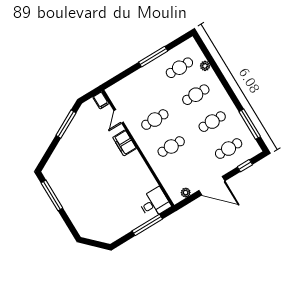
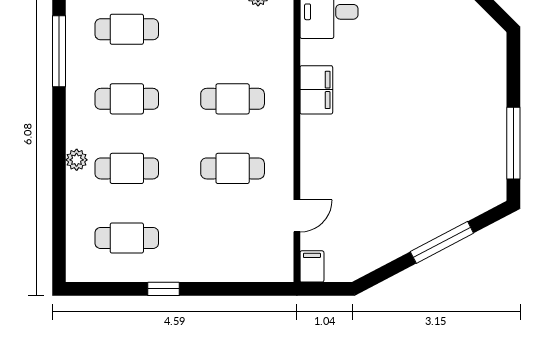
window: (153, 57) -> (163, 289), width x0.46
plant: (205, 66) -> (77, 160), moved
window: (66, 124) -> (442, 242), moved
filing cabinet: (125, 143) -> (316, 90), moved

